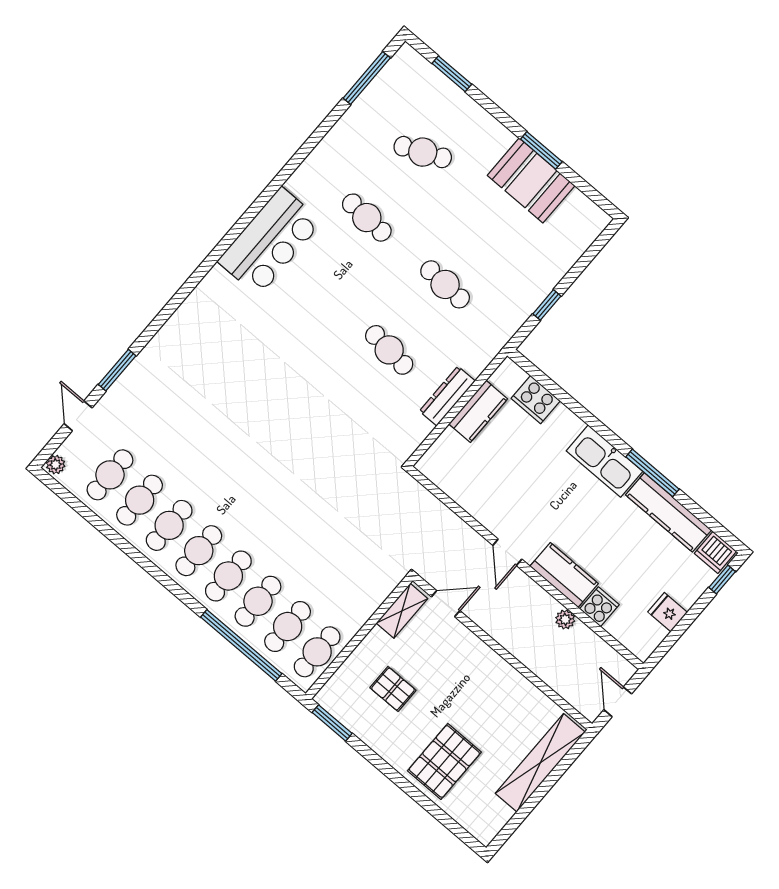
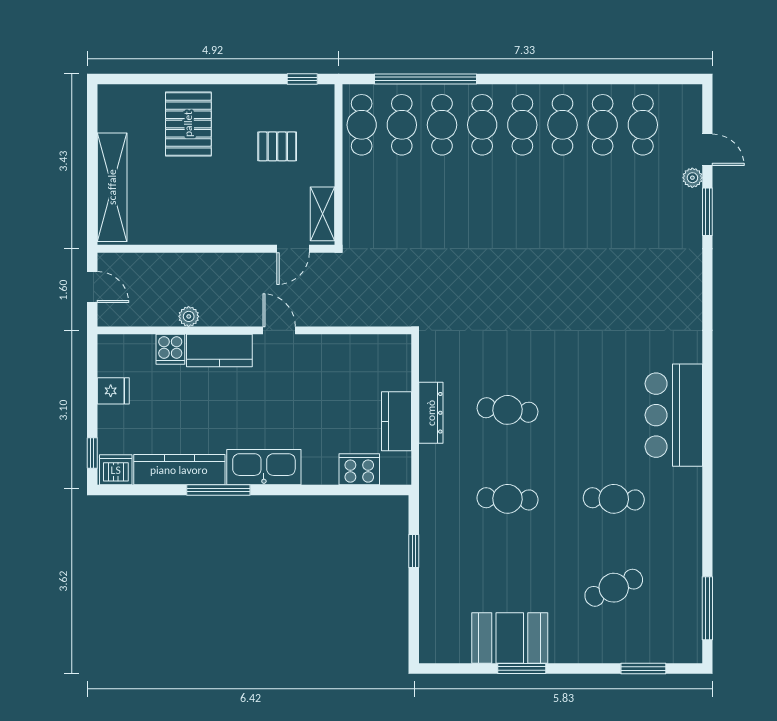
plant: (56, 465) -> (692, 178), moved
window: (332, 723) -> (302, 79), width x0.67

